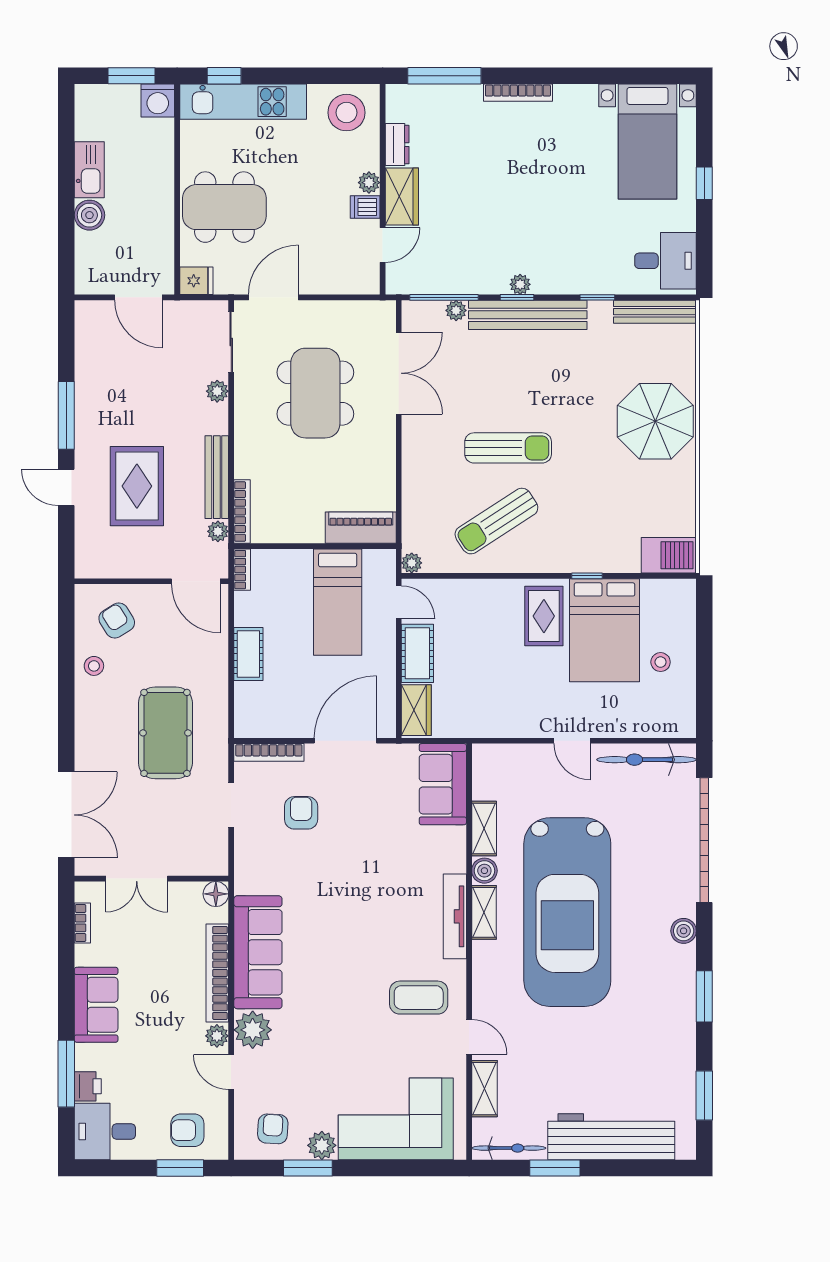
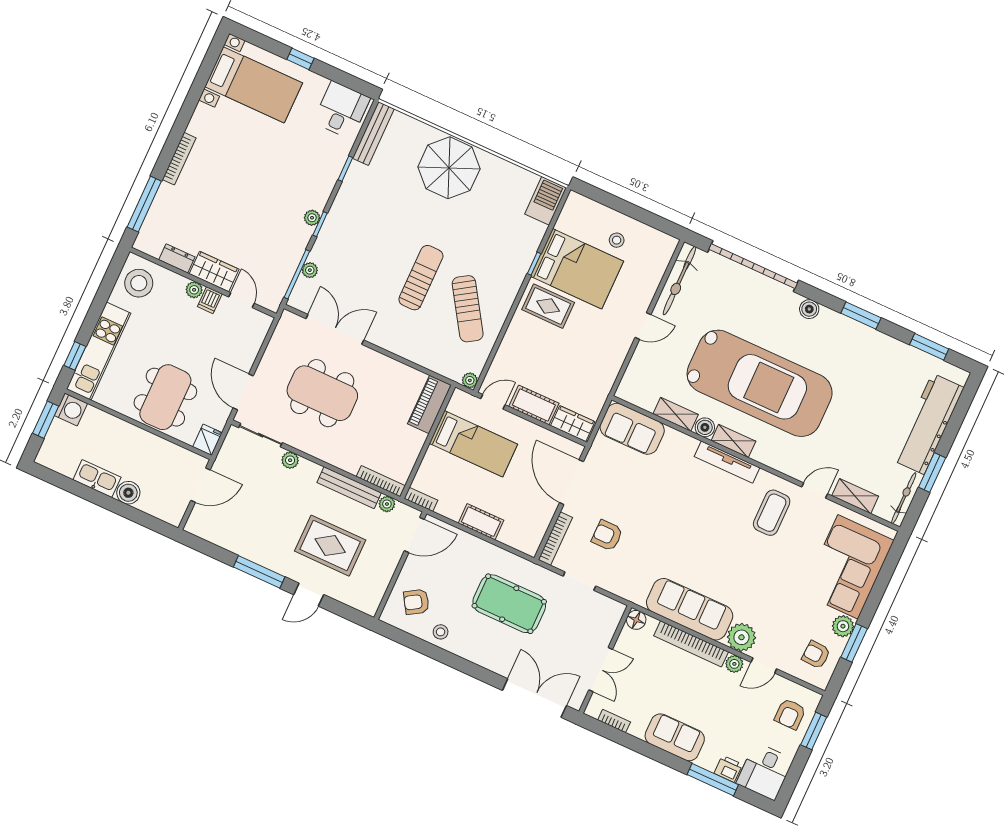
bench: (528, 315) -> (335, 222), removed

